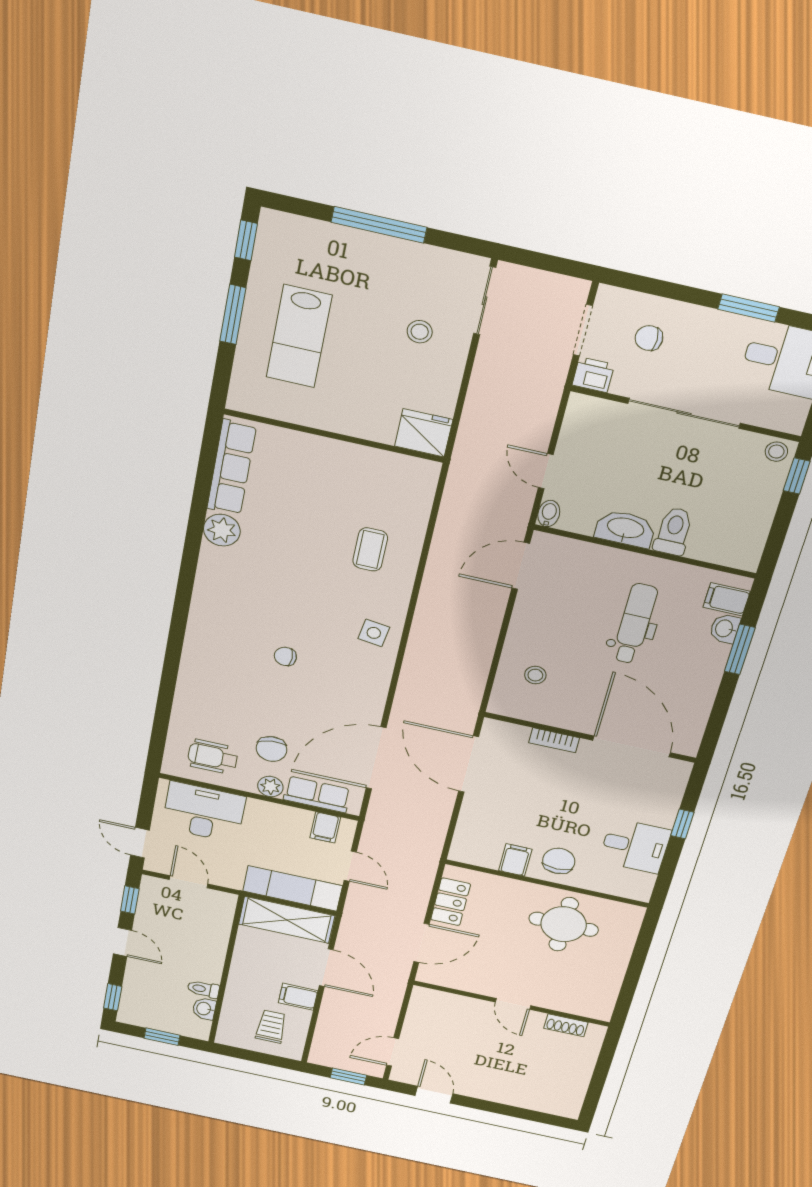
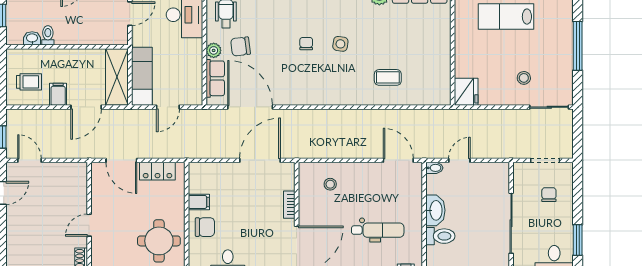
printer: (593, 375) -> (521, 172), removed
side table: (374, 633) -> (340, 44), moved
filing cabinet: (325, 827) -> (193, 87), removed

